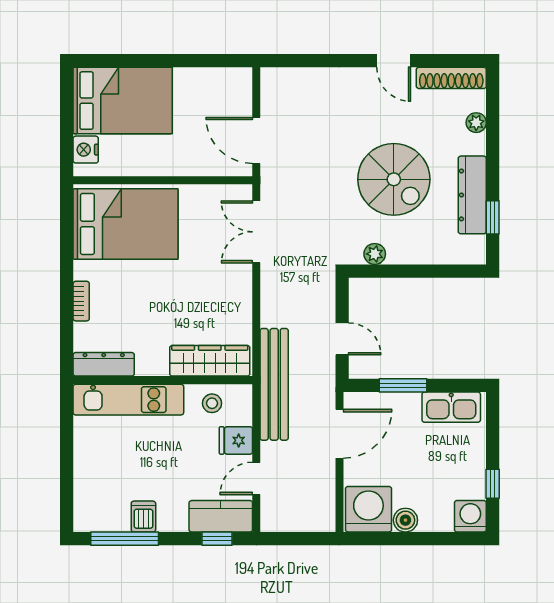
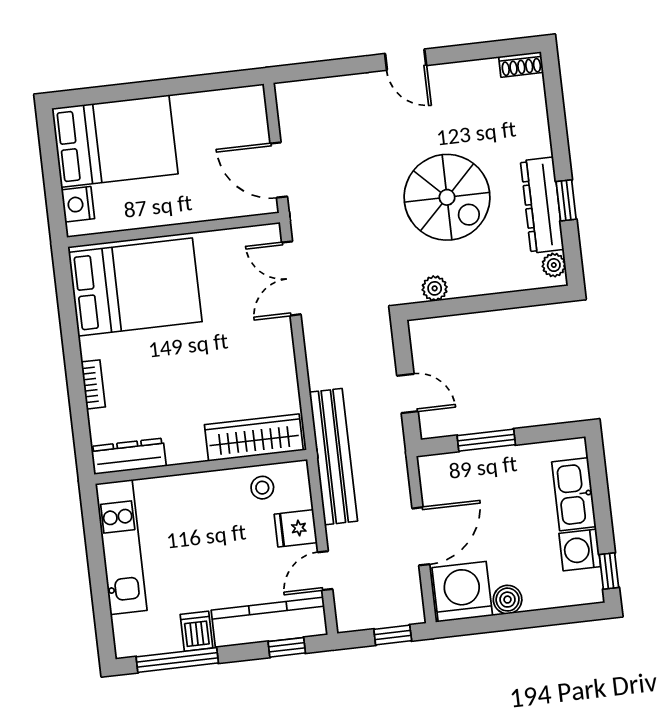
door: (394, 61) -> (406, 60), moved
shoe rack: (451, 78) -> (521, 65), width x0.51, depth x0.81
plant: (476, 123) -> (554, 265), moved
window: (493, 217) -> (566, 200), moved
kitchen unit: (128, 400) -> (121, 547), moved, turned -90
kitchen sink: (451, 407) -> (574, 494), moved, turned 90
door: (339, 434) -> (421, 536), moved
window: (493, 484) -> (609, 571), moved
kitchen counter: (221, 516) -> (269, 622), width x1.50
washing machine: (470, 516) -> (580, 550), moved, turned -90
window: (306, 539) -> (393, 635), added

